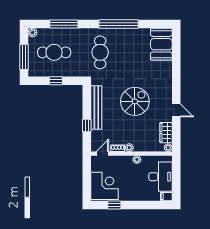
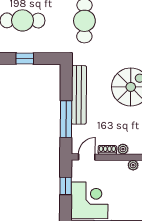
window: (87, 126) -> (66, 119), width x2.17
window: (87, 175) -> (66, 186), added

